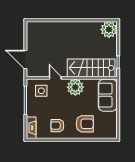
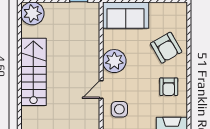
stairs: (91, 68) -> (33, 72), moved, turned 180
armchair: (85, 124) -> (166, 48), turned 150

